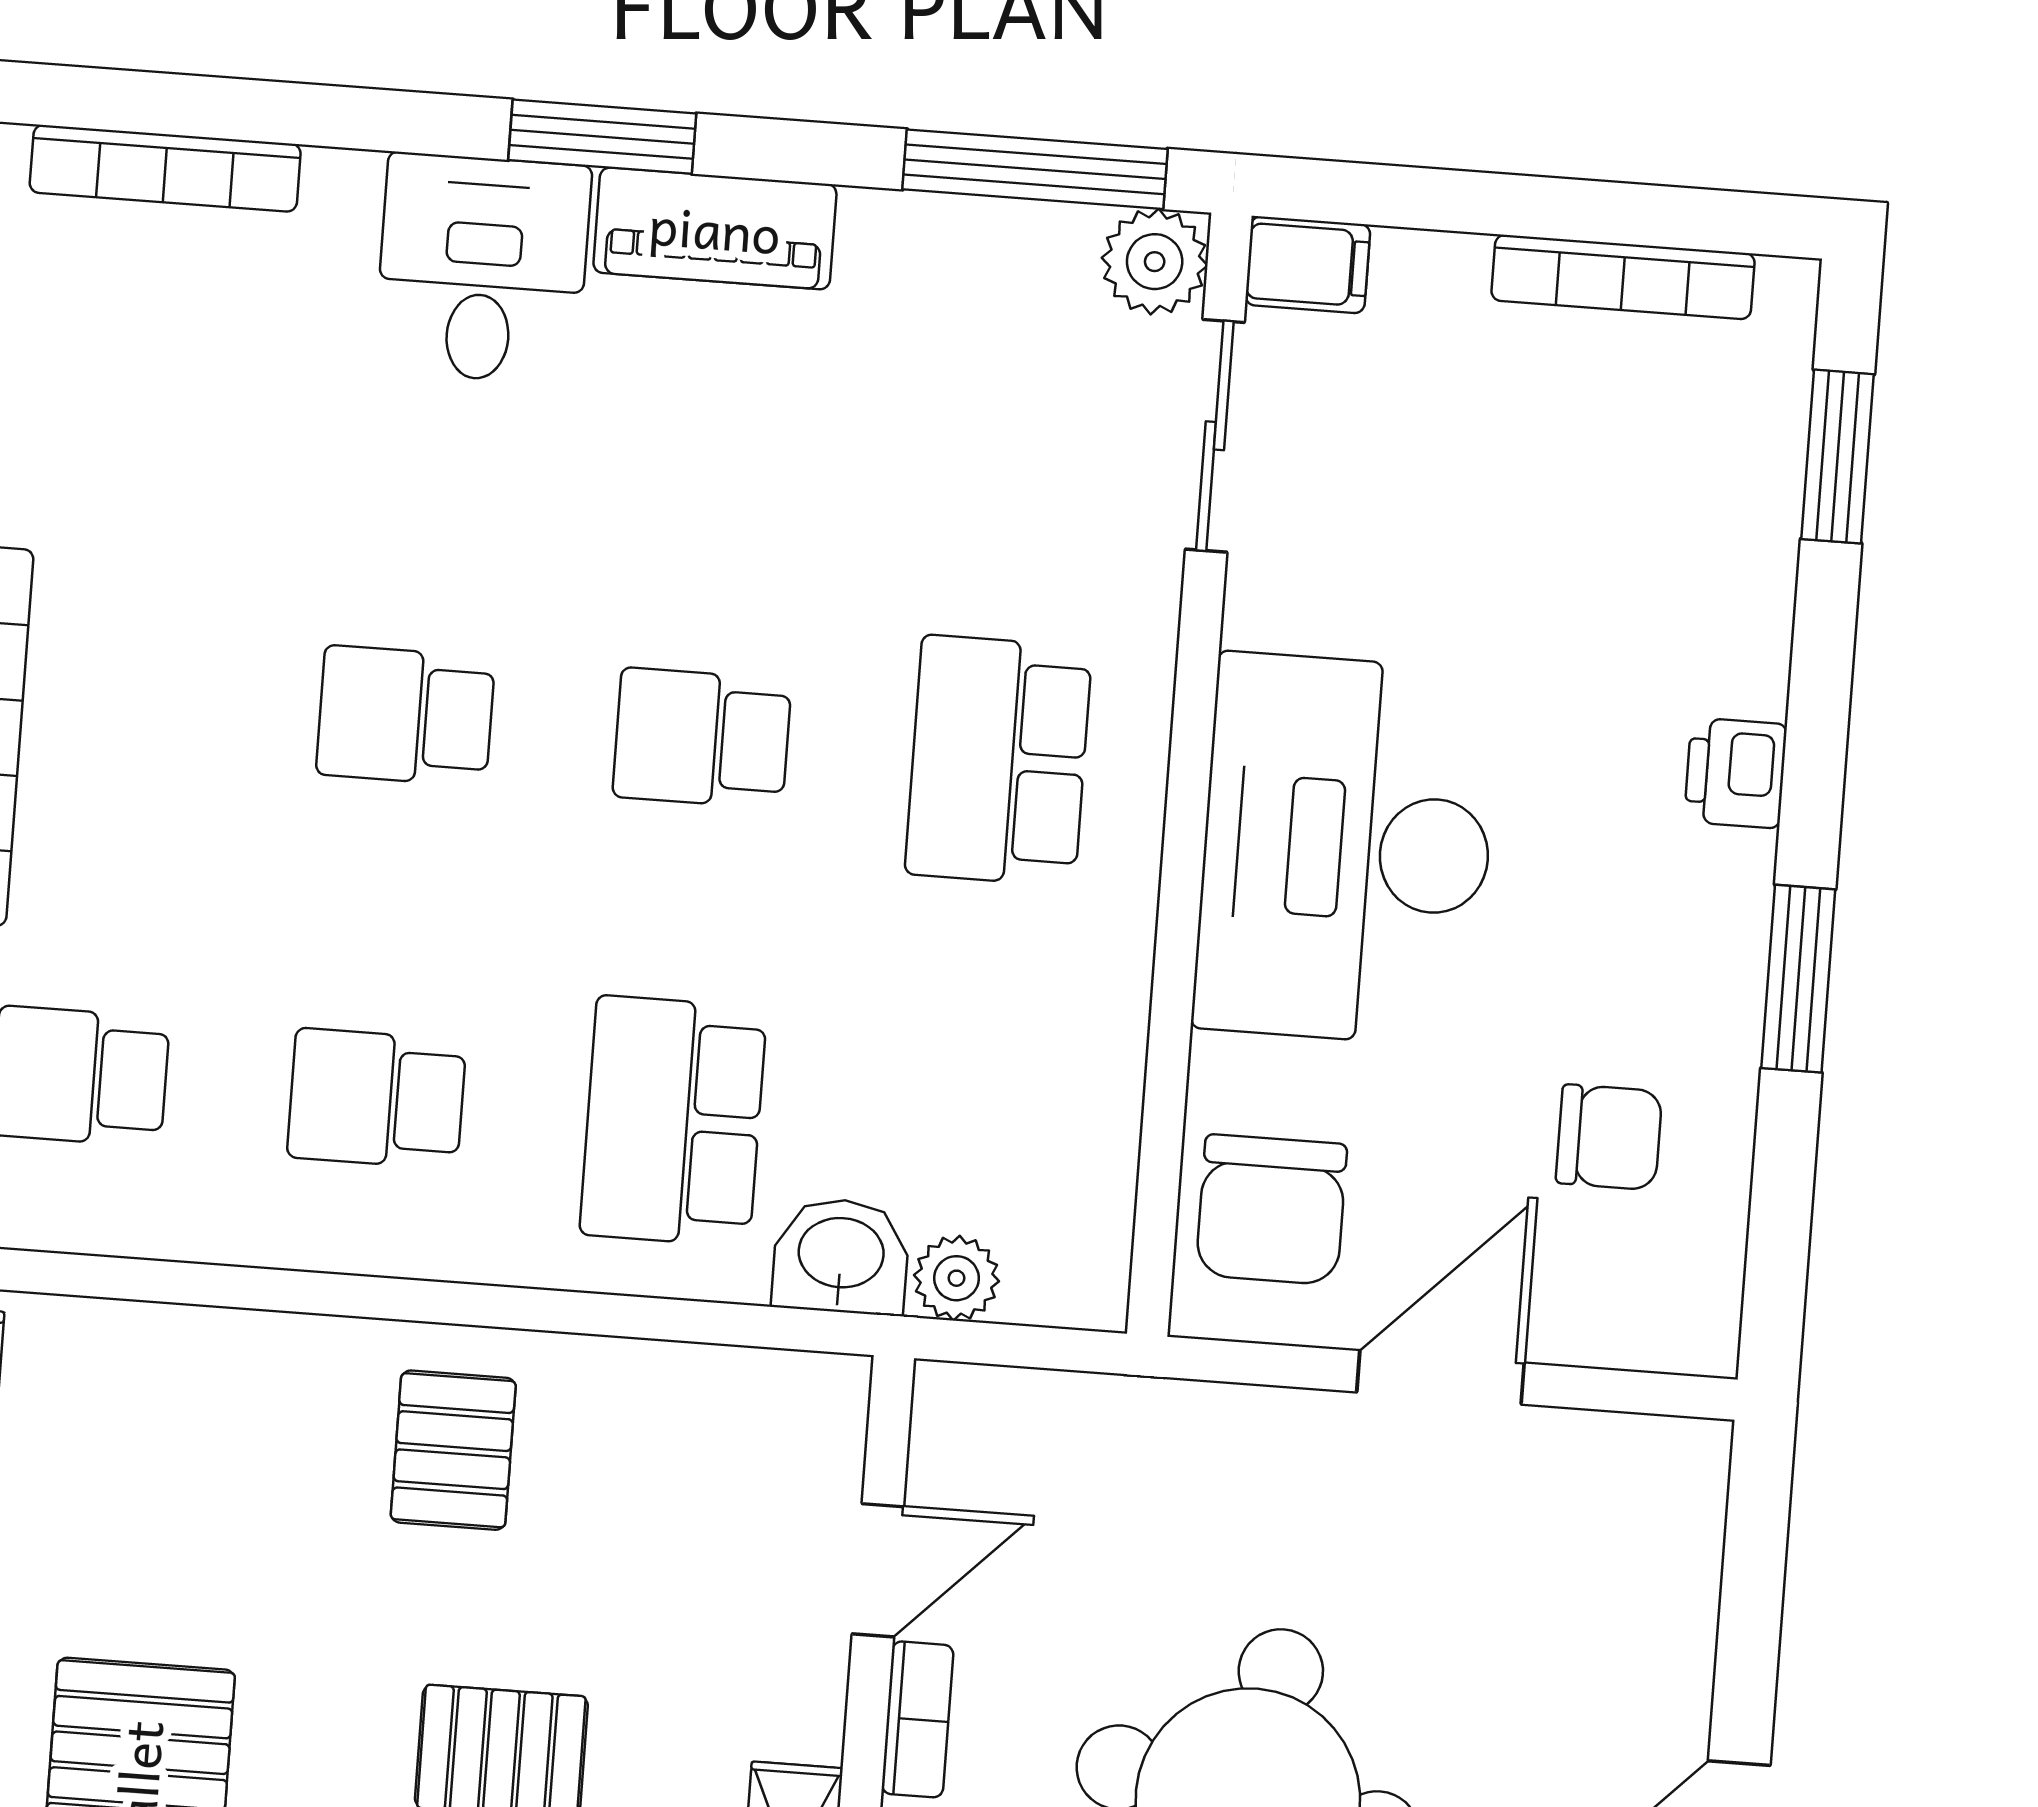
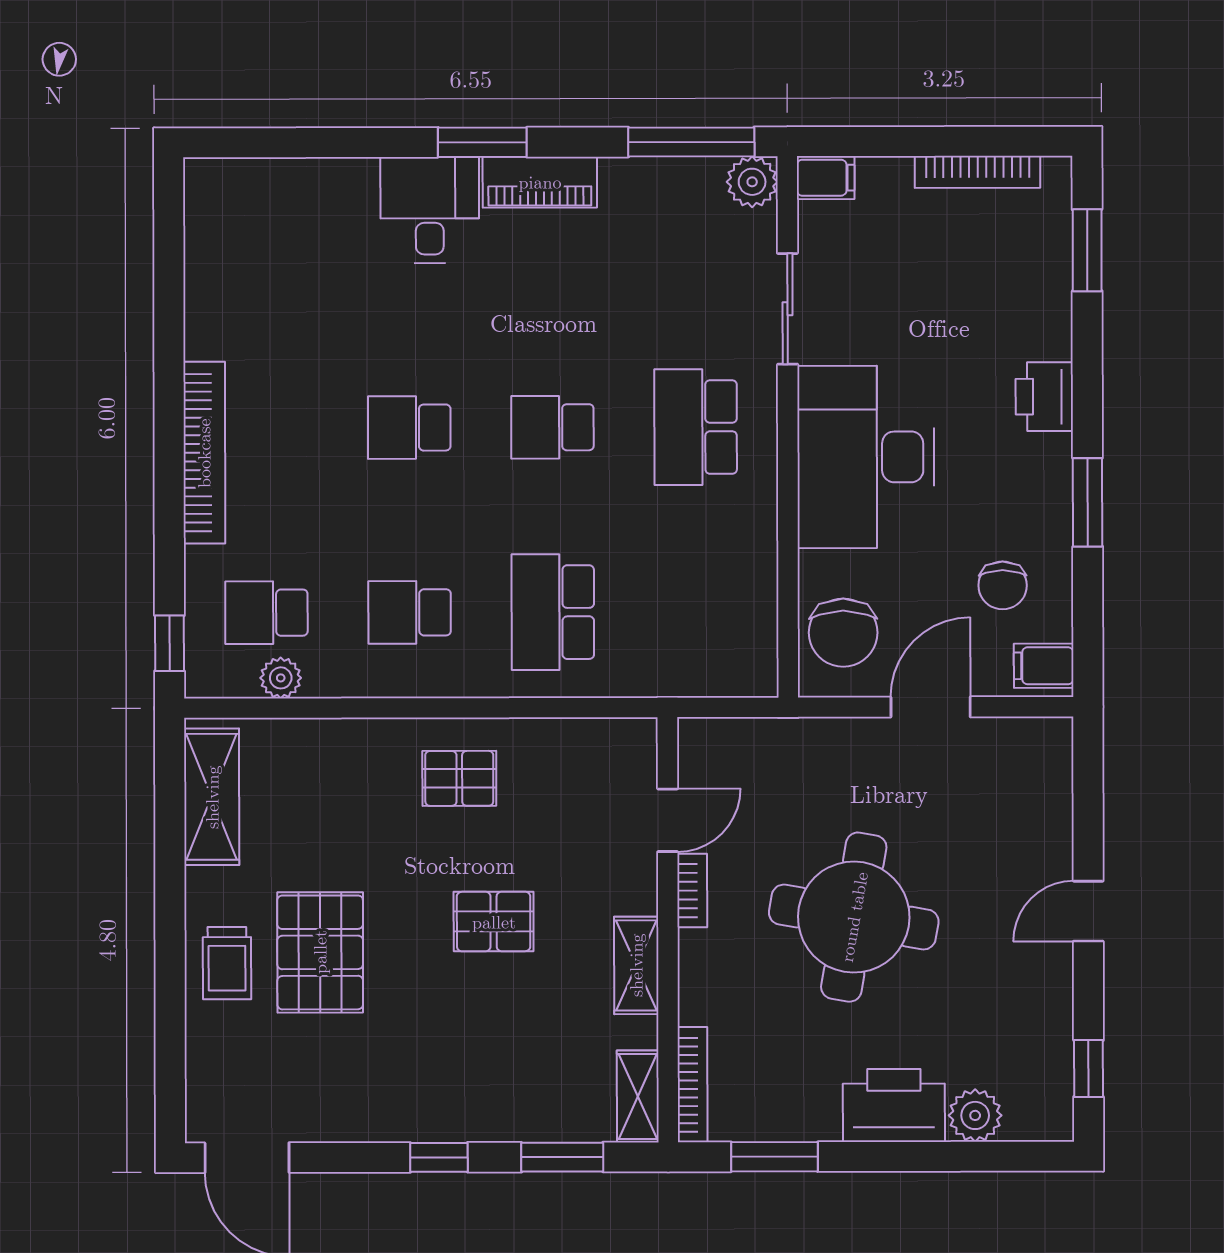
bookcase: (165, 168) -> (274, 174), removed
sliding door: (1215, 436) -> (788, 309), moved
printer: (1735, 773) -> (1044, 397), width x1.36, depth x1.24
chair: (1609, 1137) -> (1003, 585), turned 90
washbasin: (841, 1256) -> (638, 671), removed
plant: (956, 1278) -> (281, 678), moved
filing cabinet: (1681, 1310) -> (1044, 666), added
pallet: (453, 1450) -> (459, 778), turned 90

